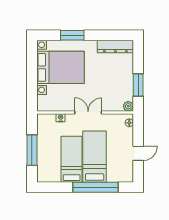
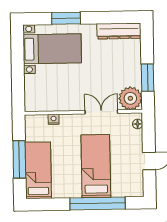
bed with nightstands: (60, 67) -> (52, 49), width x0.73
plant: (128, 106) -> (130, 98), width x1.87, depth x1.87
double door: (88, 113) -> (101, 112), moved
bed: (72, 159) -> (38, 170), moved

